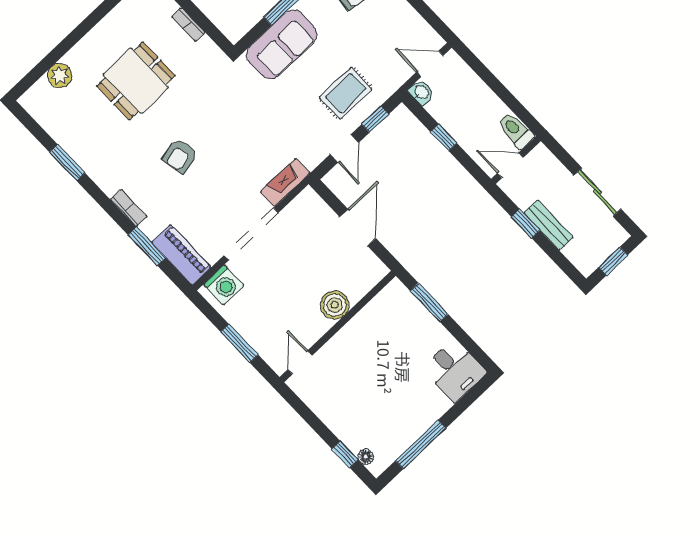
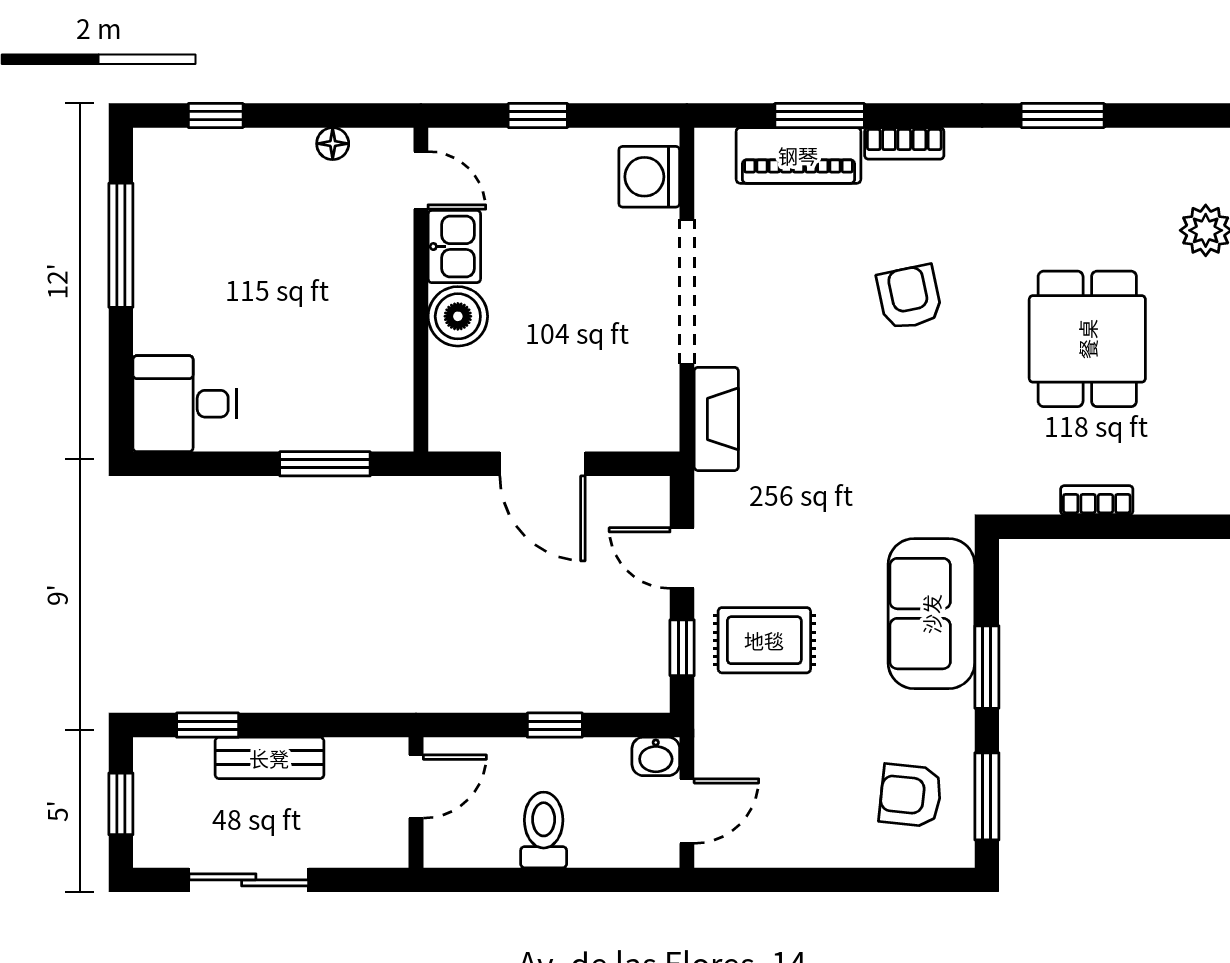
rug: (346, 93) -> (764, 640), turned 90
toilet: (516, 131) -> (544, 830), moved, turned -90
window: (526, 224) -> (208, 725), moved
piano: (181, 255) -> (798, 155), moved
kitchen sink: (312, 329) -> (454, 247), added
window: (239, 343) -> (538, 115), width x0.67
floor lamp: (366, 457) -> (333, 144), moved

